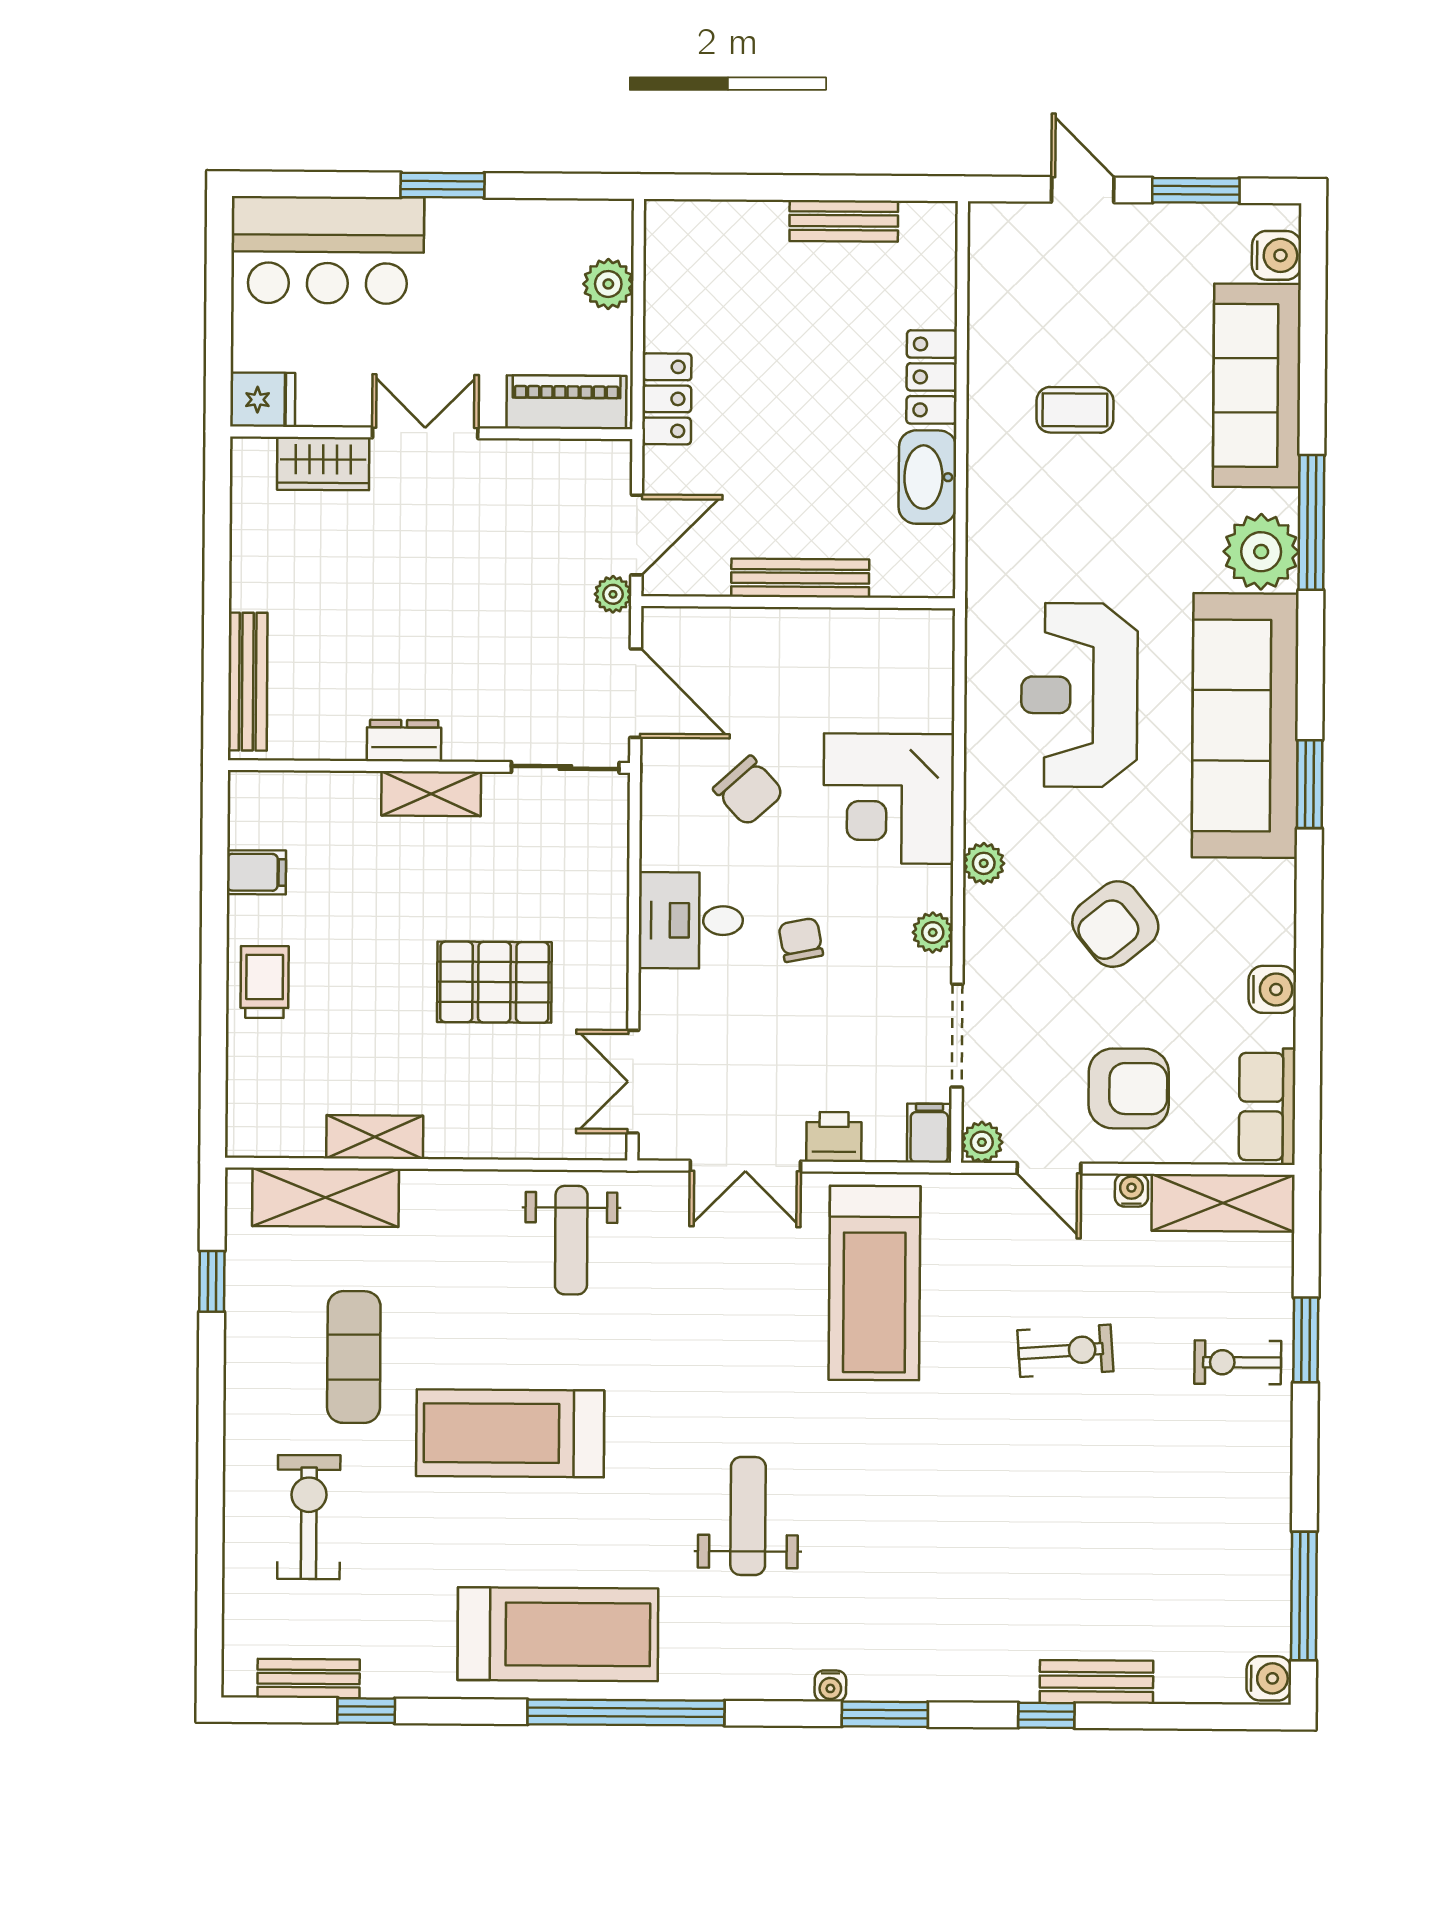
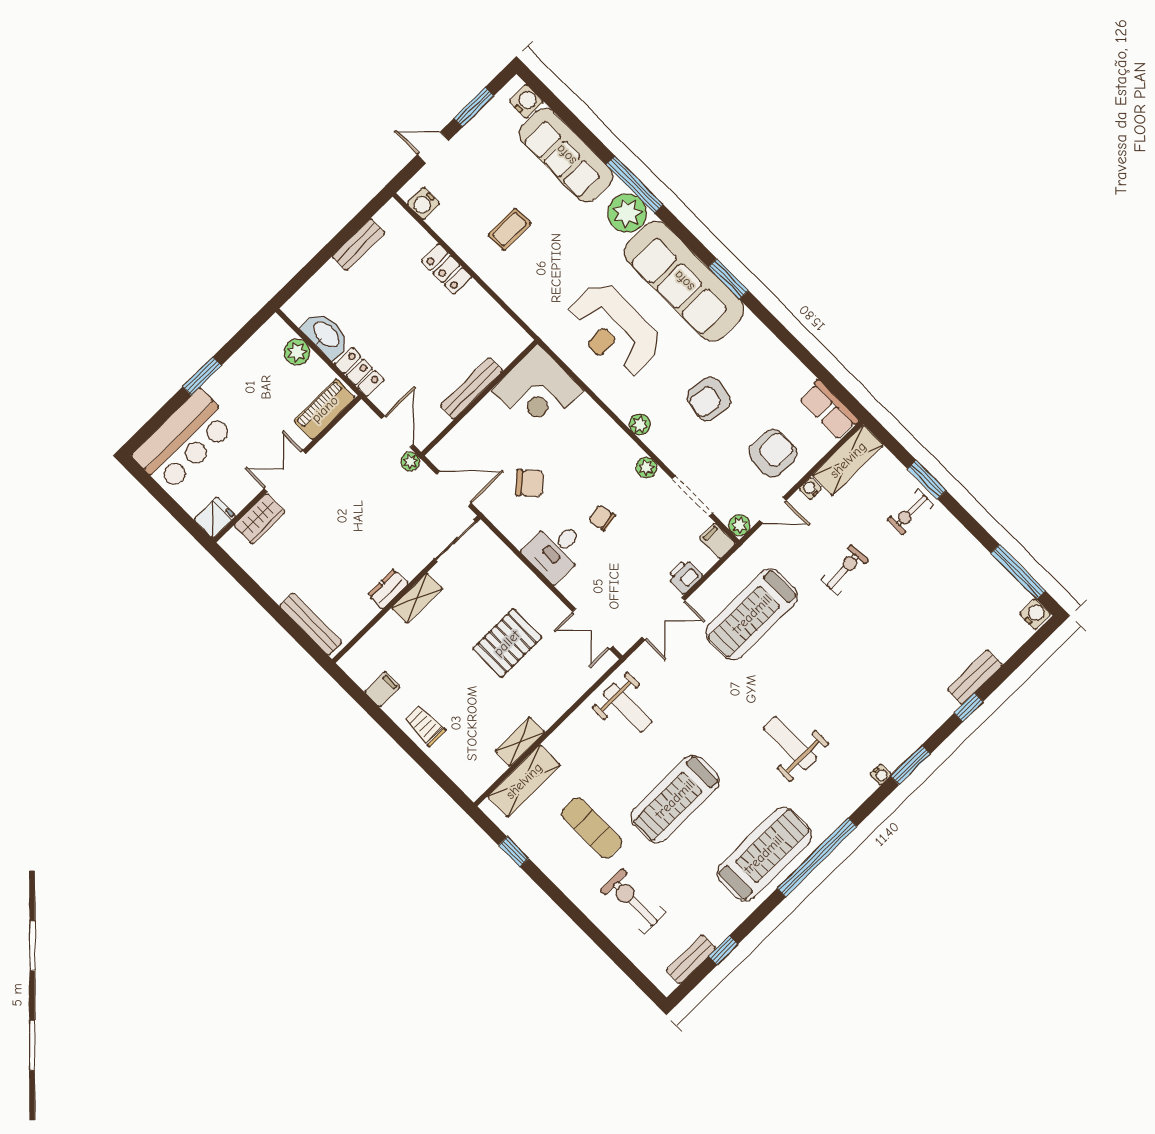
washbasin: (927, 477) -> (326, 335), moved, turned 180
corner desk: (889, 799) -> (538, 390), moved
armchair: (1115, 924) -> (709, 399), turned 49
water cooler: (1272, 989) -> (423, 204), moved, turned 180
treadmill: (874, 1283) -> (752, 614), turned 90

